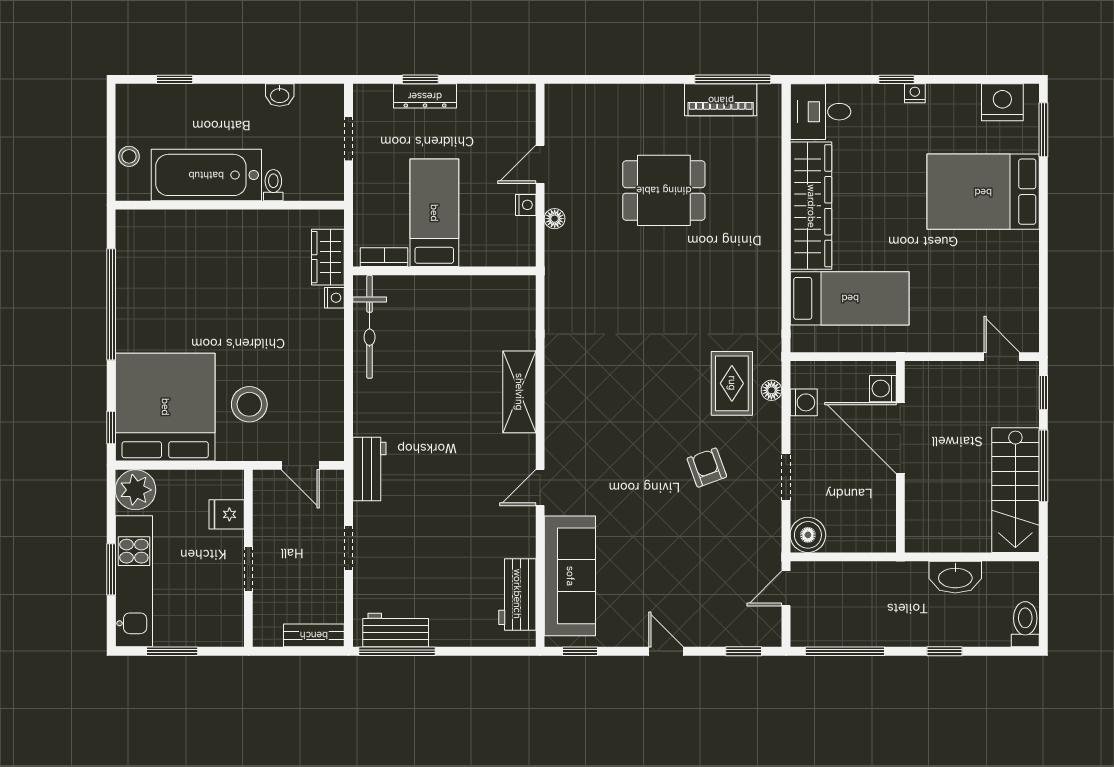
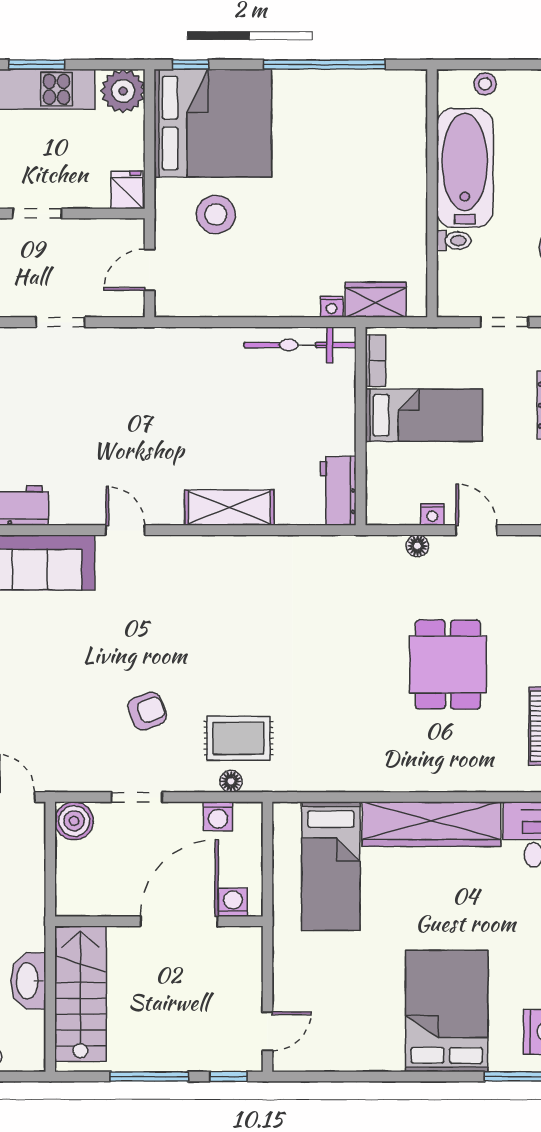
workbench: (369, 469) -> (338, 491), moved, turned 90
stairs: (1015, 490) -> (80, 994), moved, turned 90
fridge: (227, 514) -> (127, 190), moved

